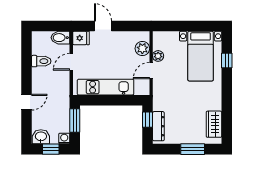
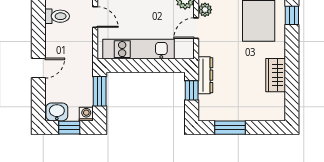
door: (71, 62) -> (95, 17), swing flipped
wardrobe: (214, 124) -> (276, 75), moved
dresser: (158, 126) -> (205, 75), moved
window: (193, 149) -> (230, 128), moved

